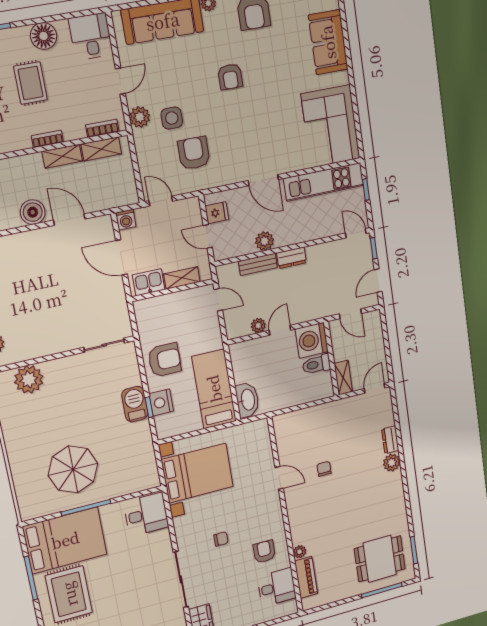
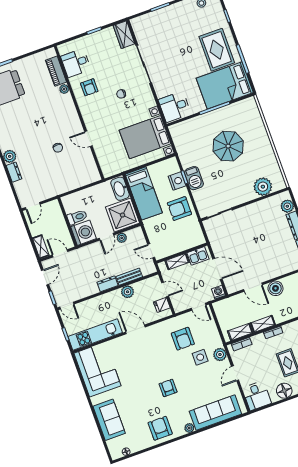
shower: (251, 360) -> (123, 215), added
shelving: (343, 378) -> (41, 247), moved
parasol: (73, 469) -> (228, 146), moved

